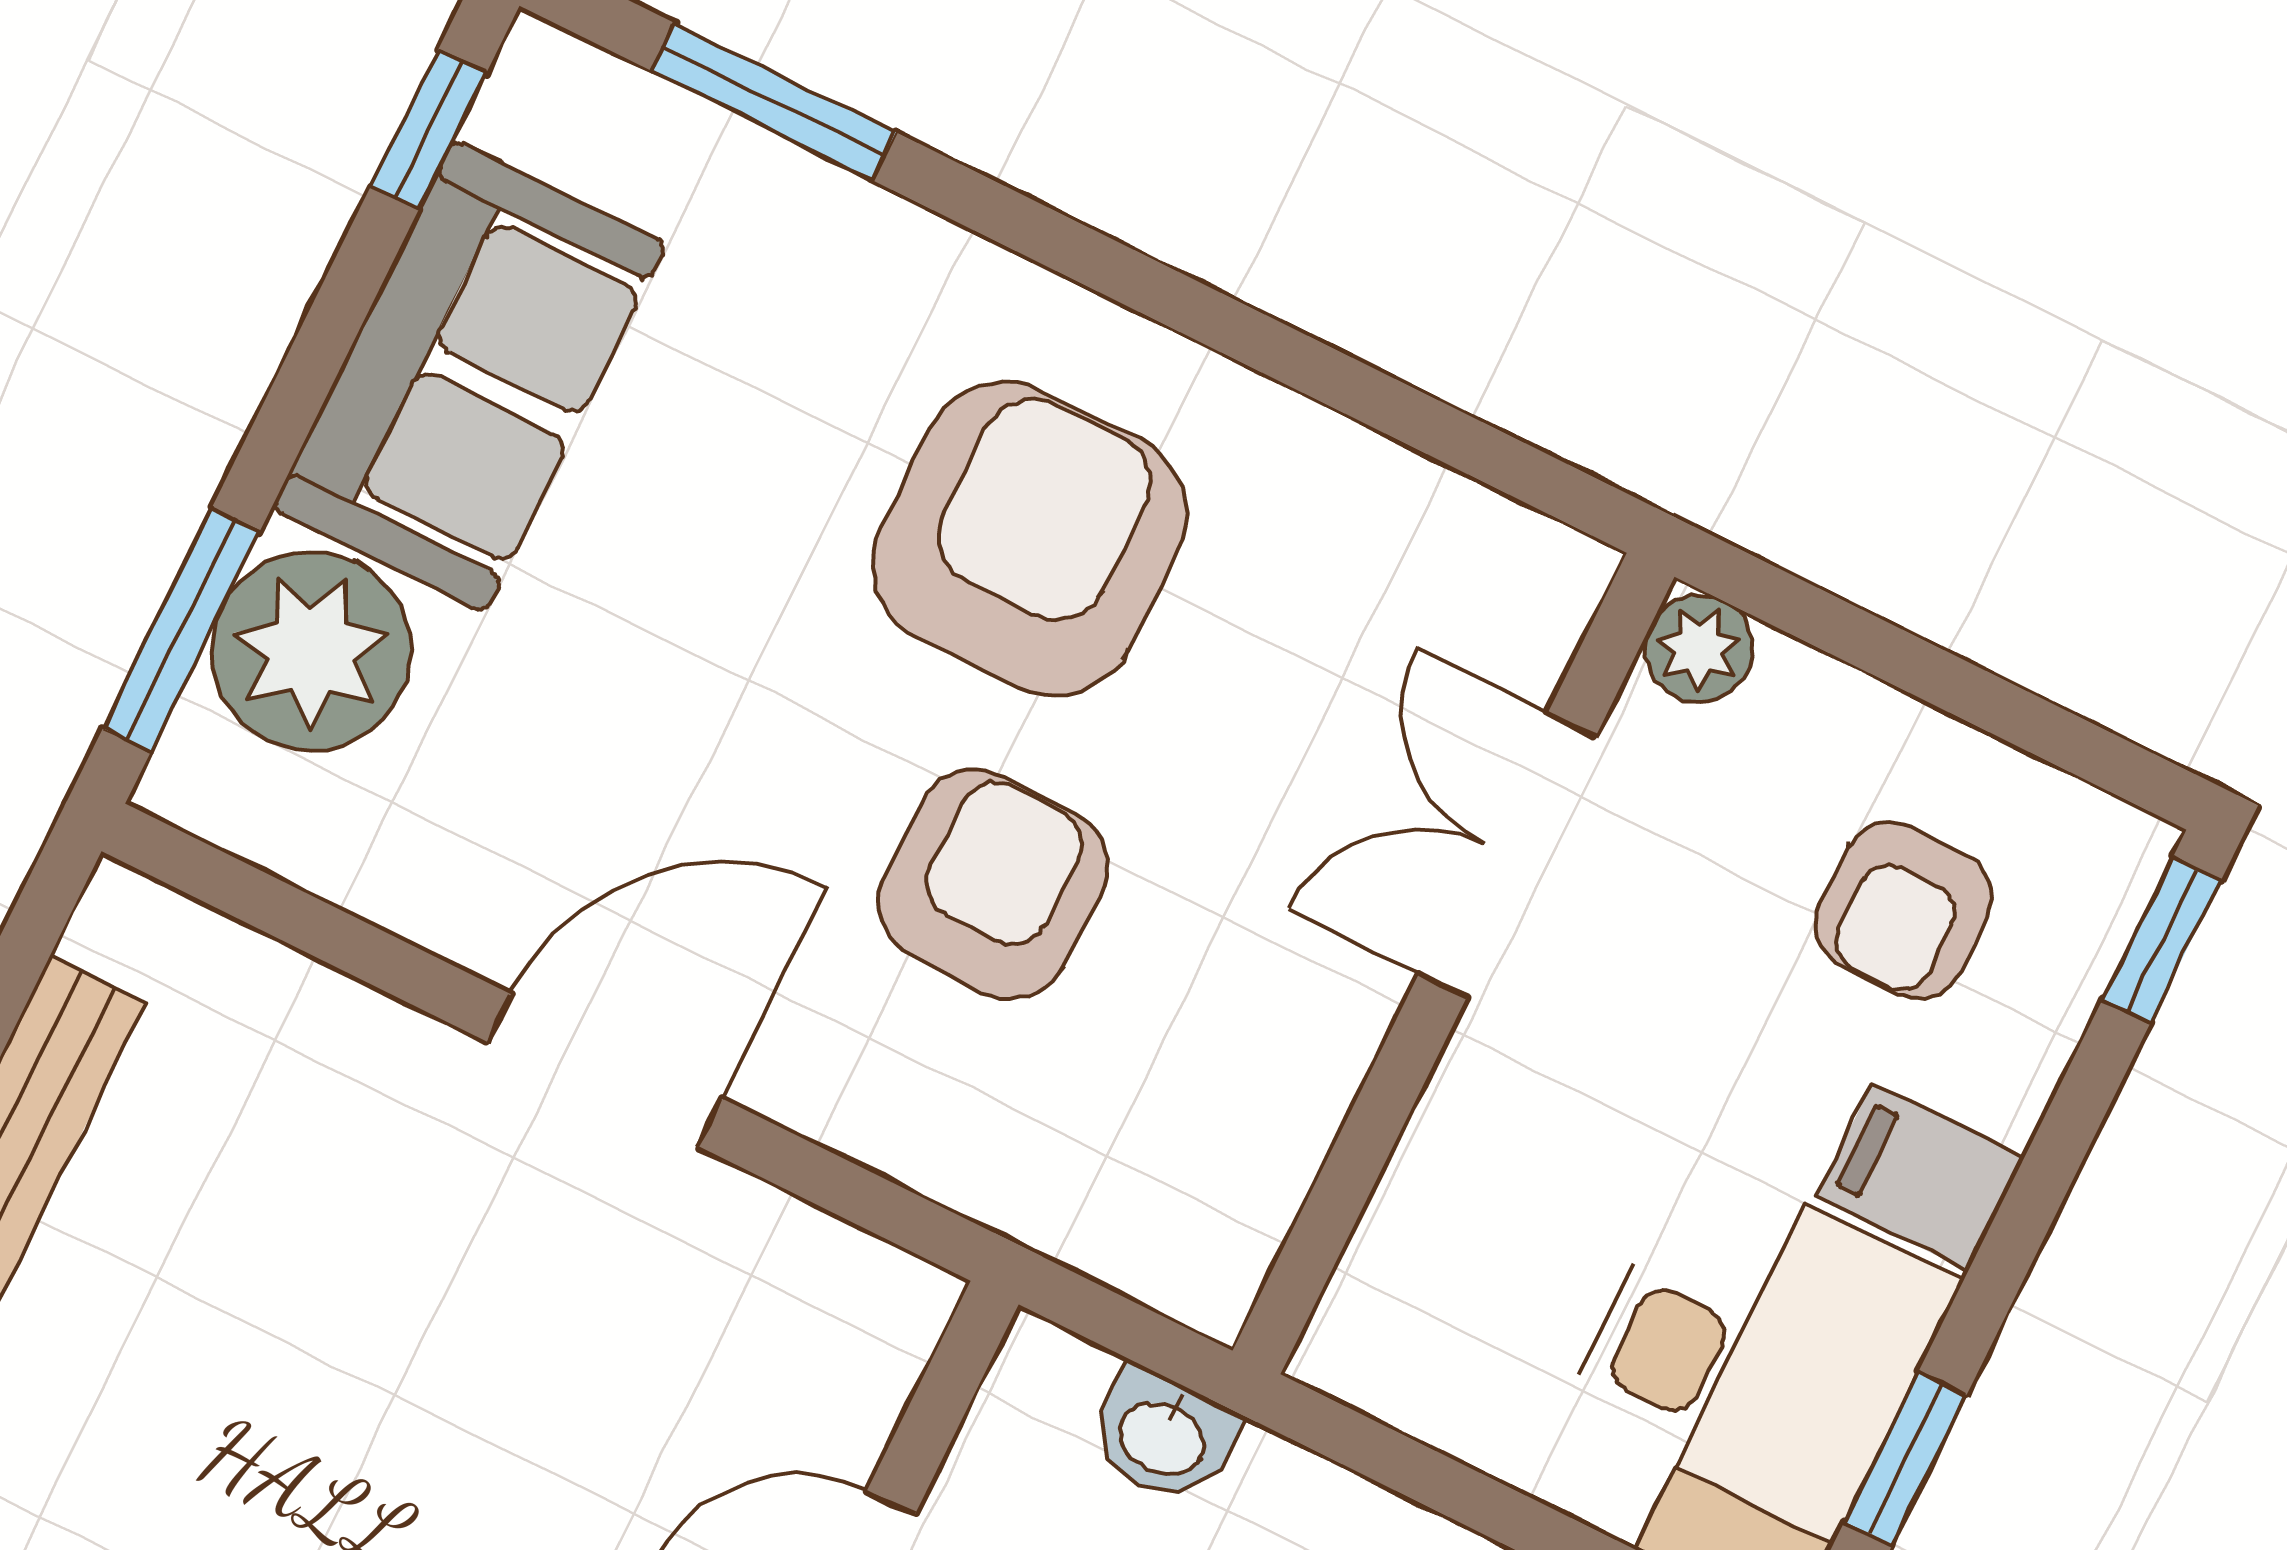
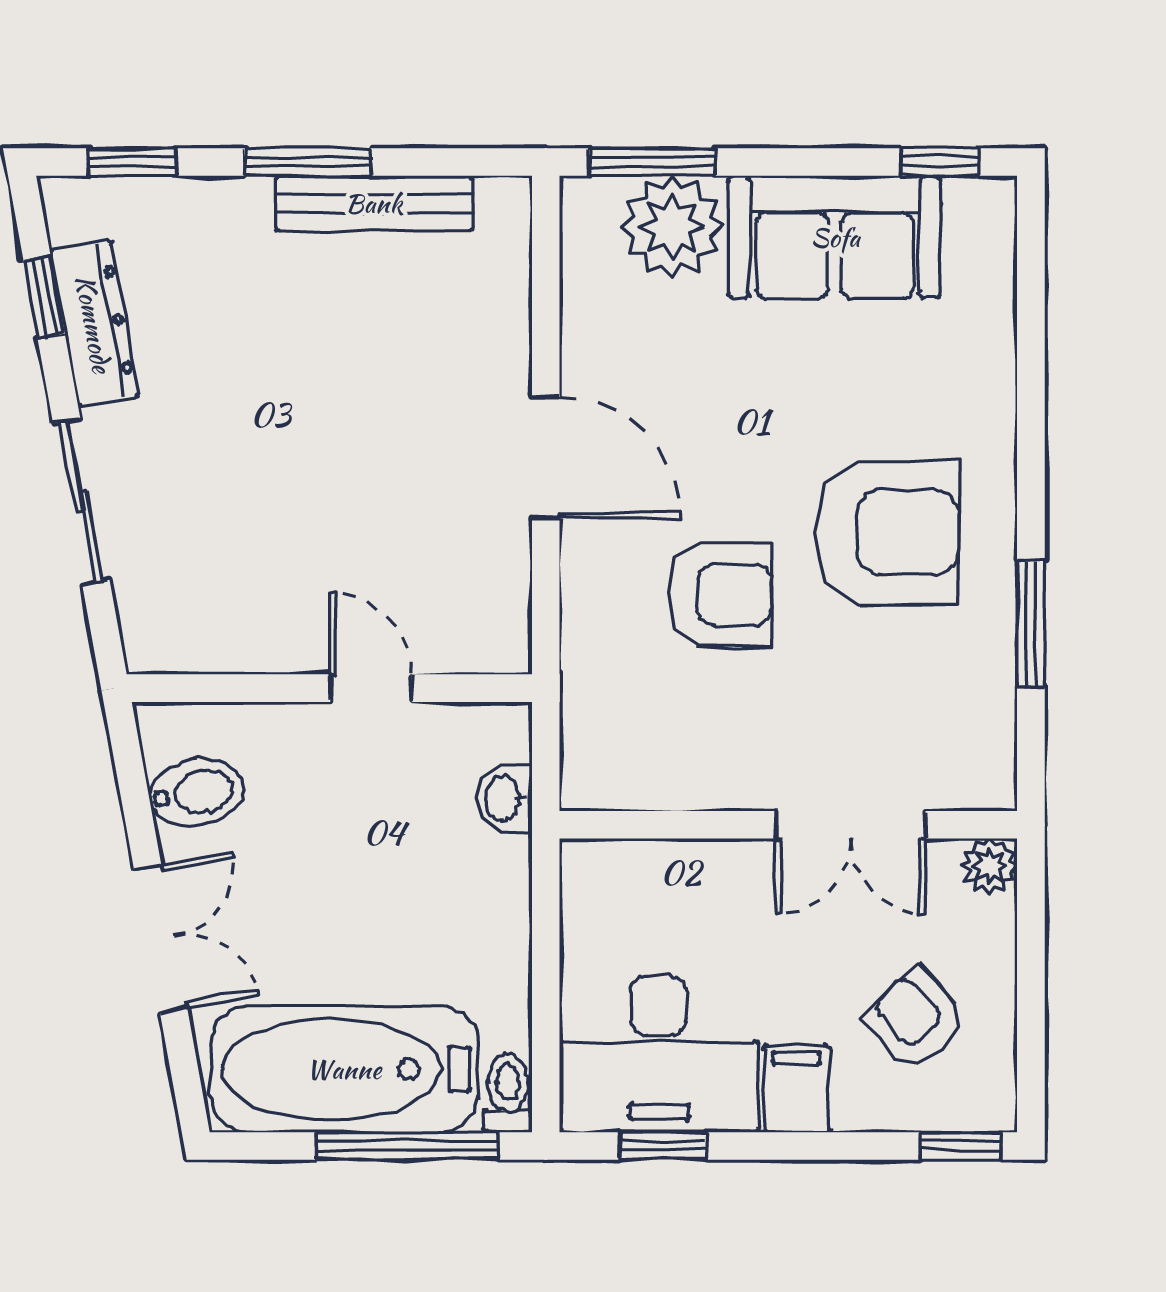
window: (774, 102) -> (1031, 623), moved
double door: (1507, 855) -> (850, 825), swing flipped
armchair: (1903, 910) -> (915, 1020), turned 48

